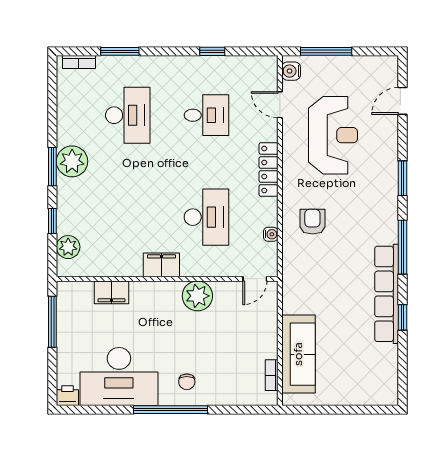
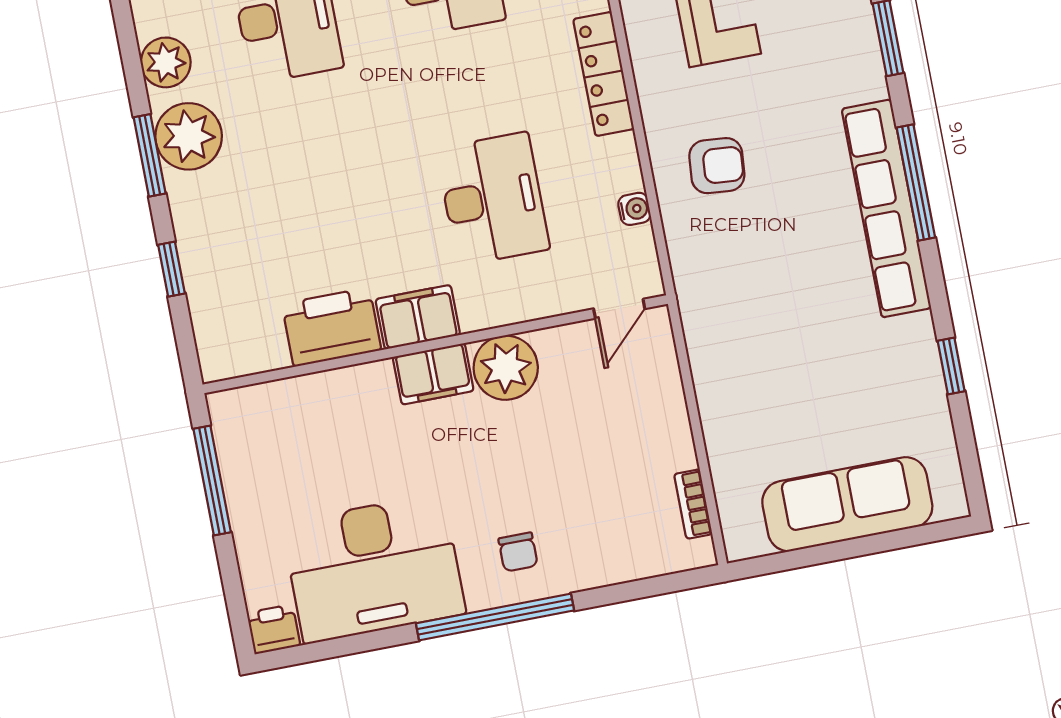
armchair: (312, 222) -> (717, 166), turned 95
plant: (68, 247) -> (166, 62), moved
printer: (121, 262) -> (332, 327), added
filing cabinet: (112, 292) -> (433, 374), moved
row of seats: (387, 294) -> (886, 208), moved
window: (402, 317) -> (951, 366), moved
sofa: (298, 354) -> (847, 504), moved, turned -90

